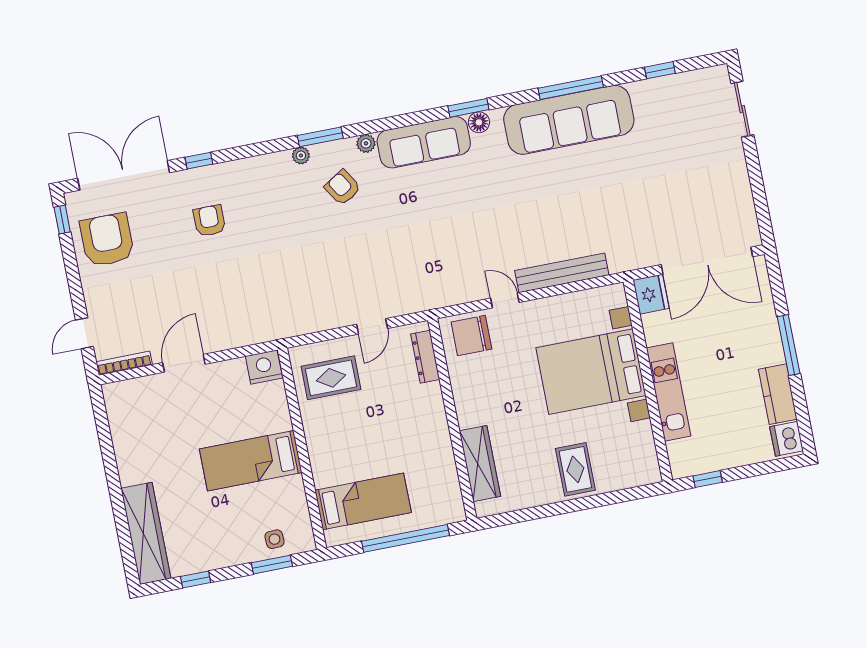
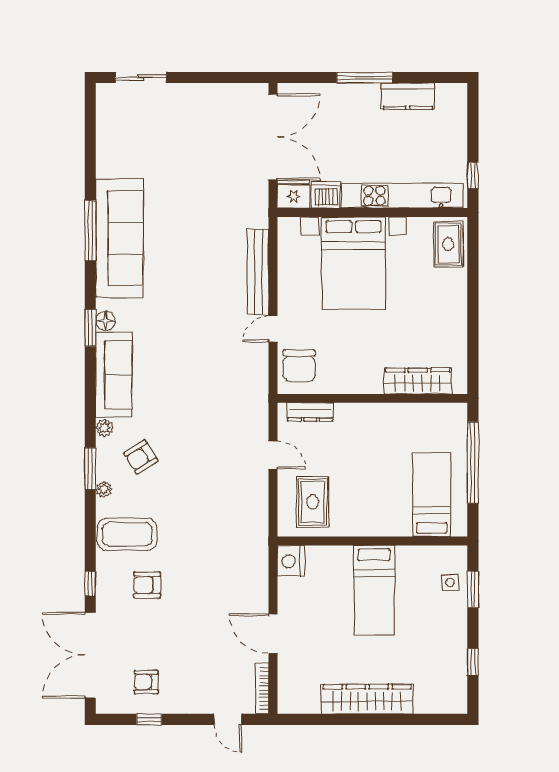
window: (660, 70) -> (90, 146), removed
coffee table: (258, 189) -> (127, 534), added
window: (62, 220) -> (149, 719), moved
armchair: (107, 240) -> (146, 682), width x0.53, depth x0.53
kitchen unit: (669, 392) -> (402, 196), width x1.36
dishwasher: (787, 439) -> (326, 195), moved, turned 180
rug: (575, 469) -> (448, 244), moved, turned 90
wardrobe: (146, 533) -> (367, 699), moved

